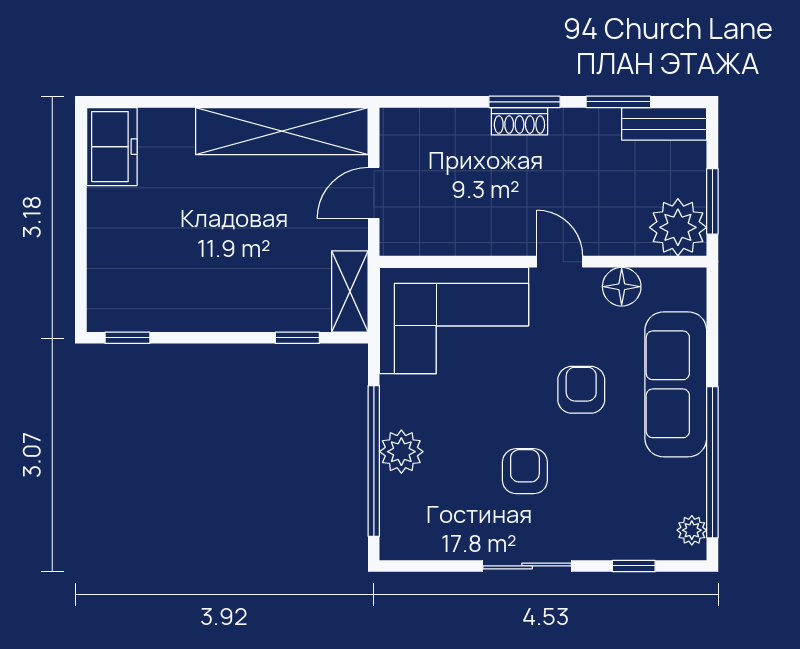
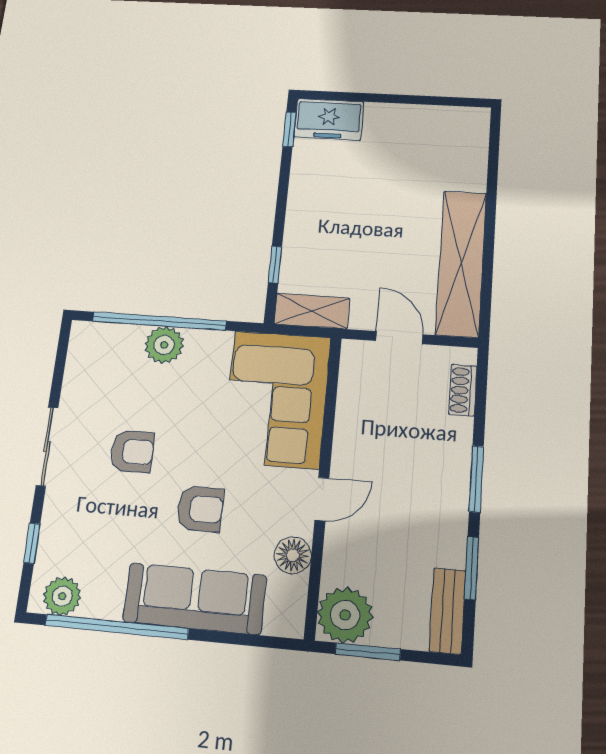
shoe rack: (519, 121) -> (463, 390), moved
freezer: (112, 147) -> (329, 119), moved
plant: (692, 530) -> (62, 596), width x1.38, depth x1.38

